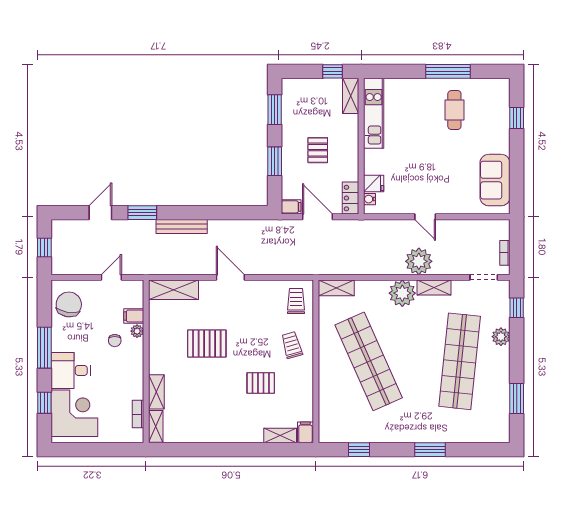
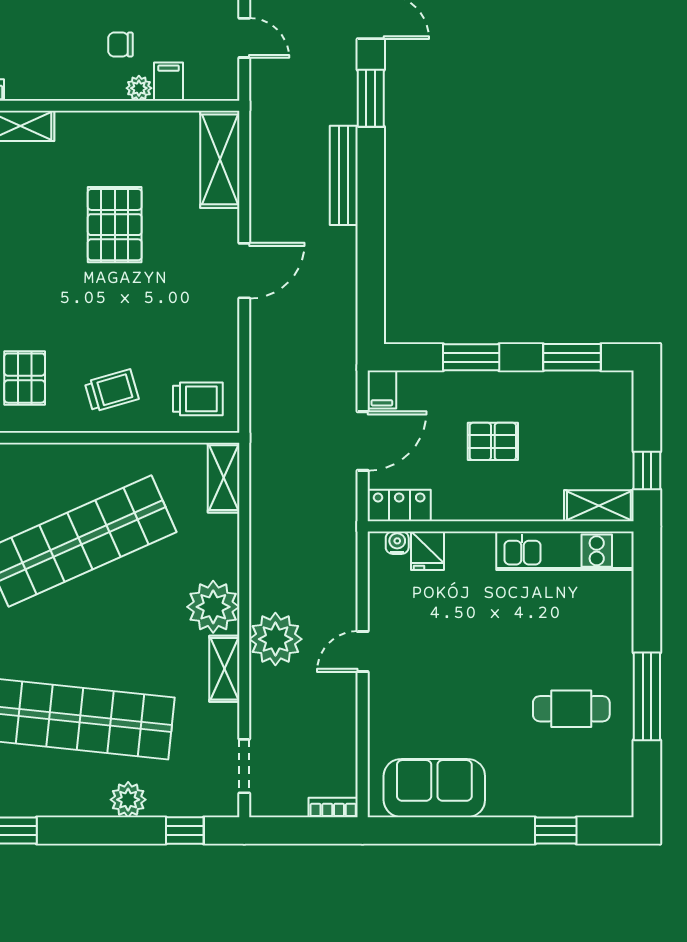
bookcase: (505, 253) -> (333, 808), moved
pallet: (261, 383) -> (25, 378), moved

